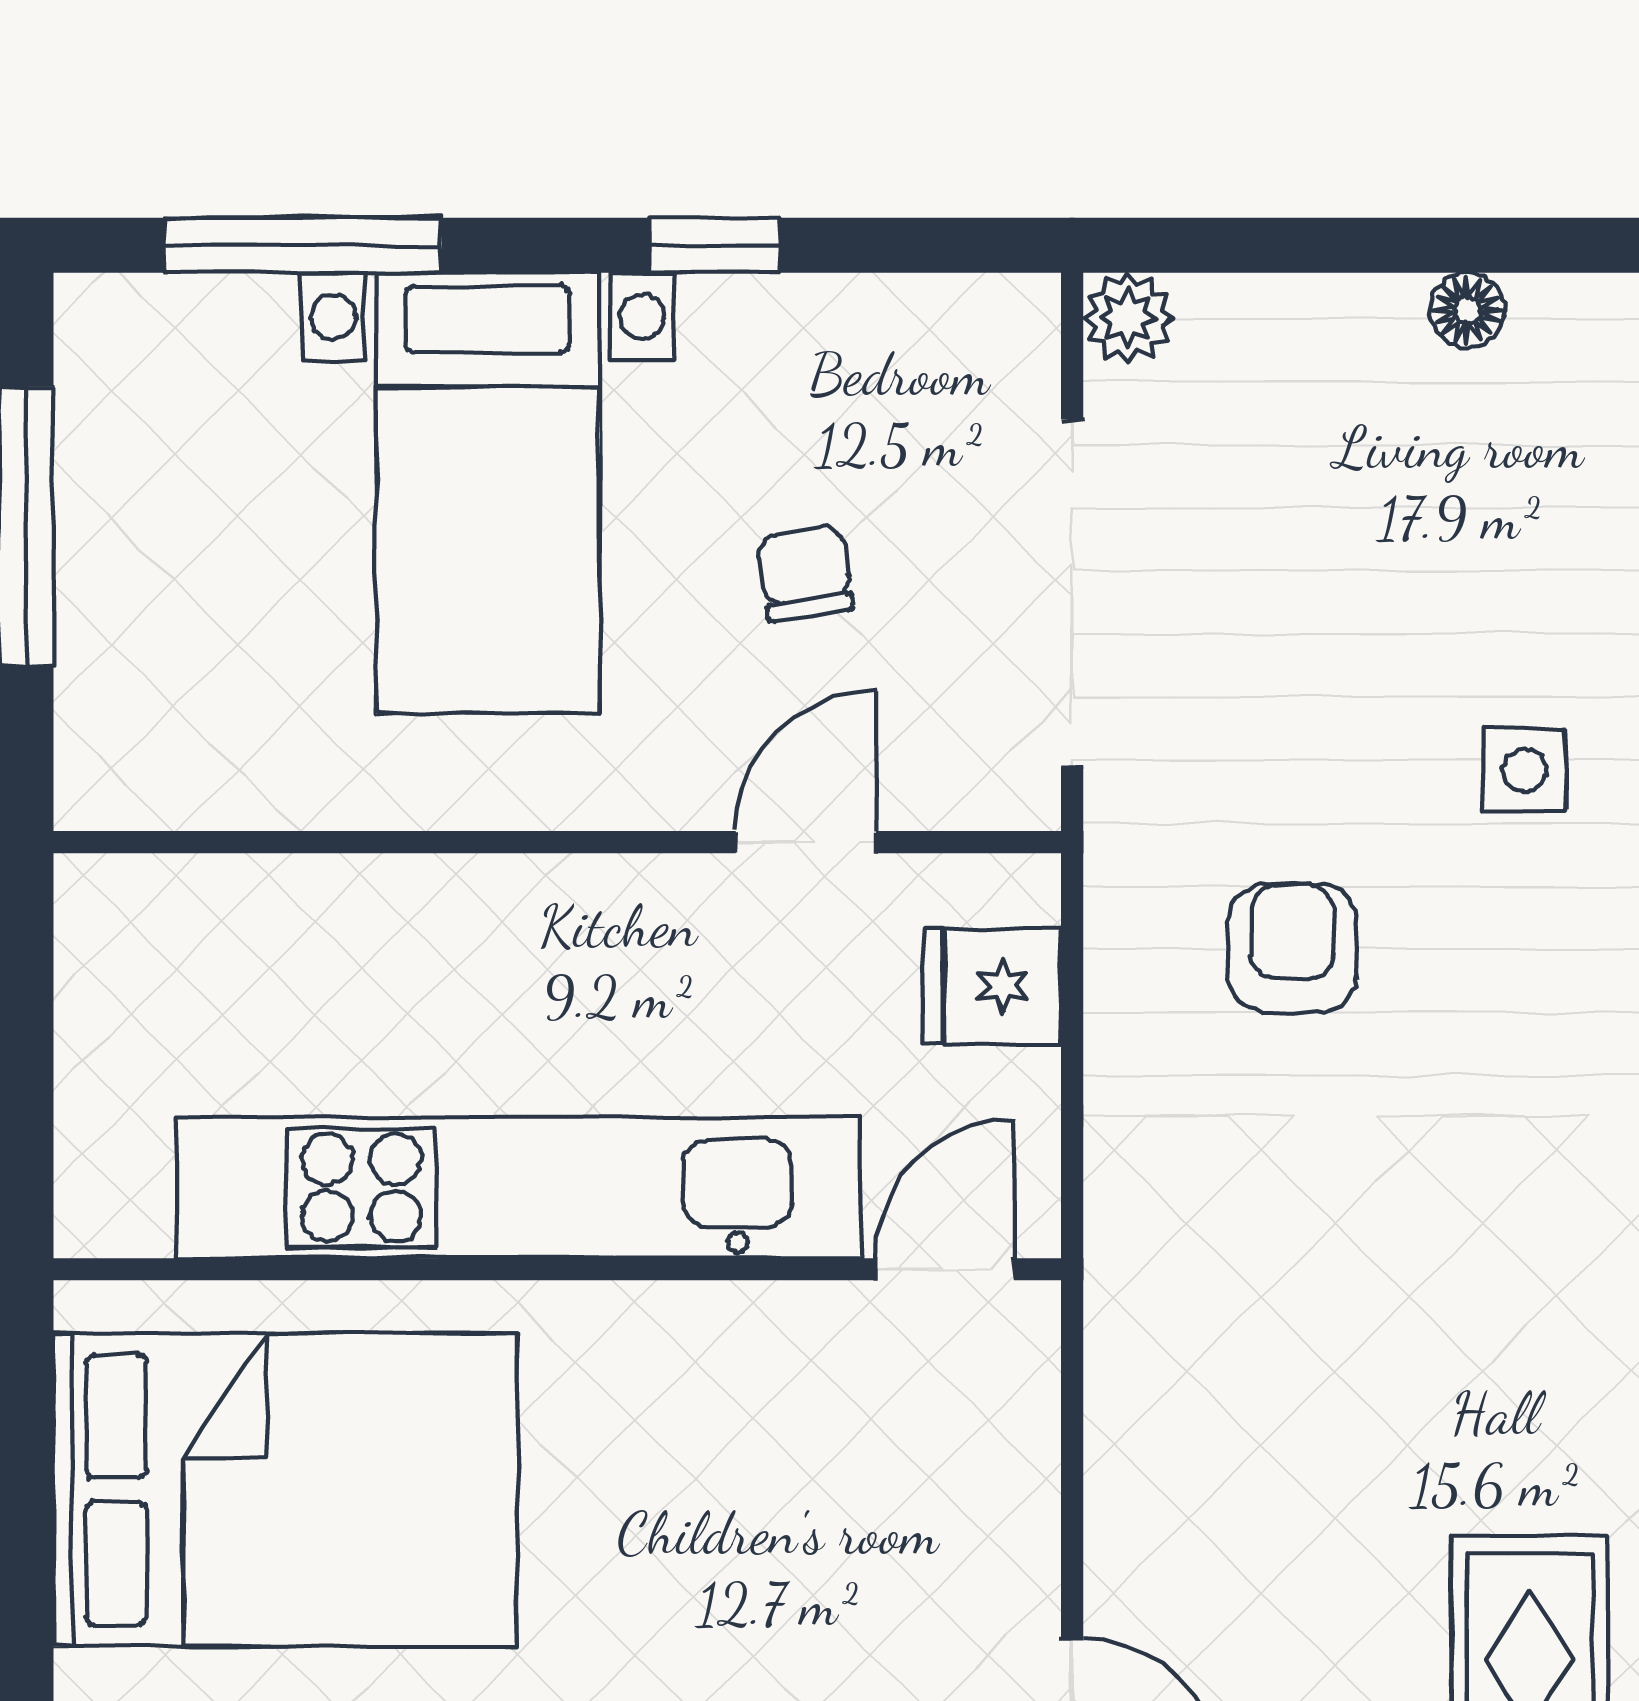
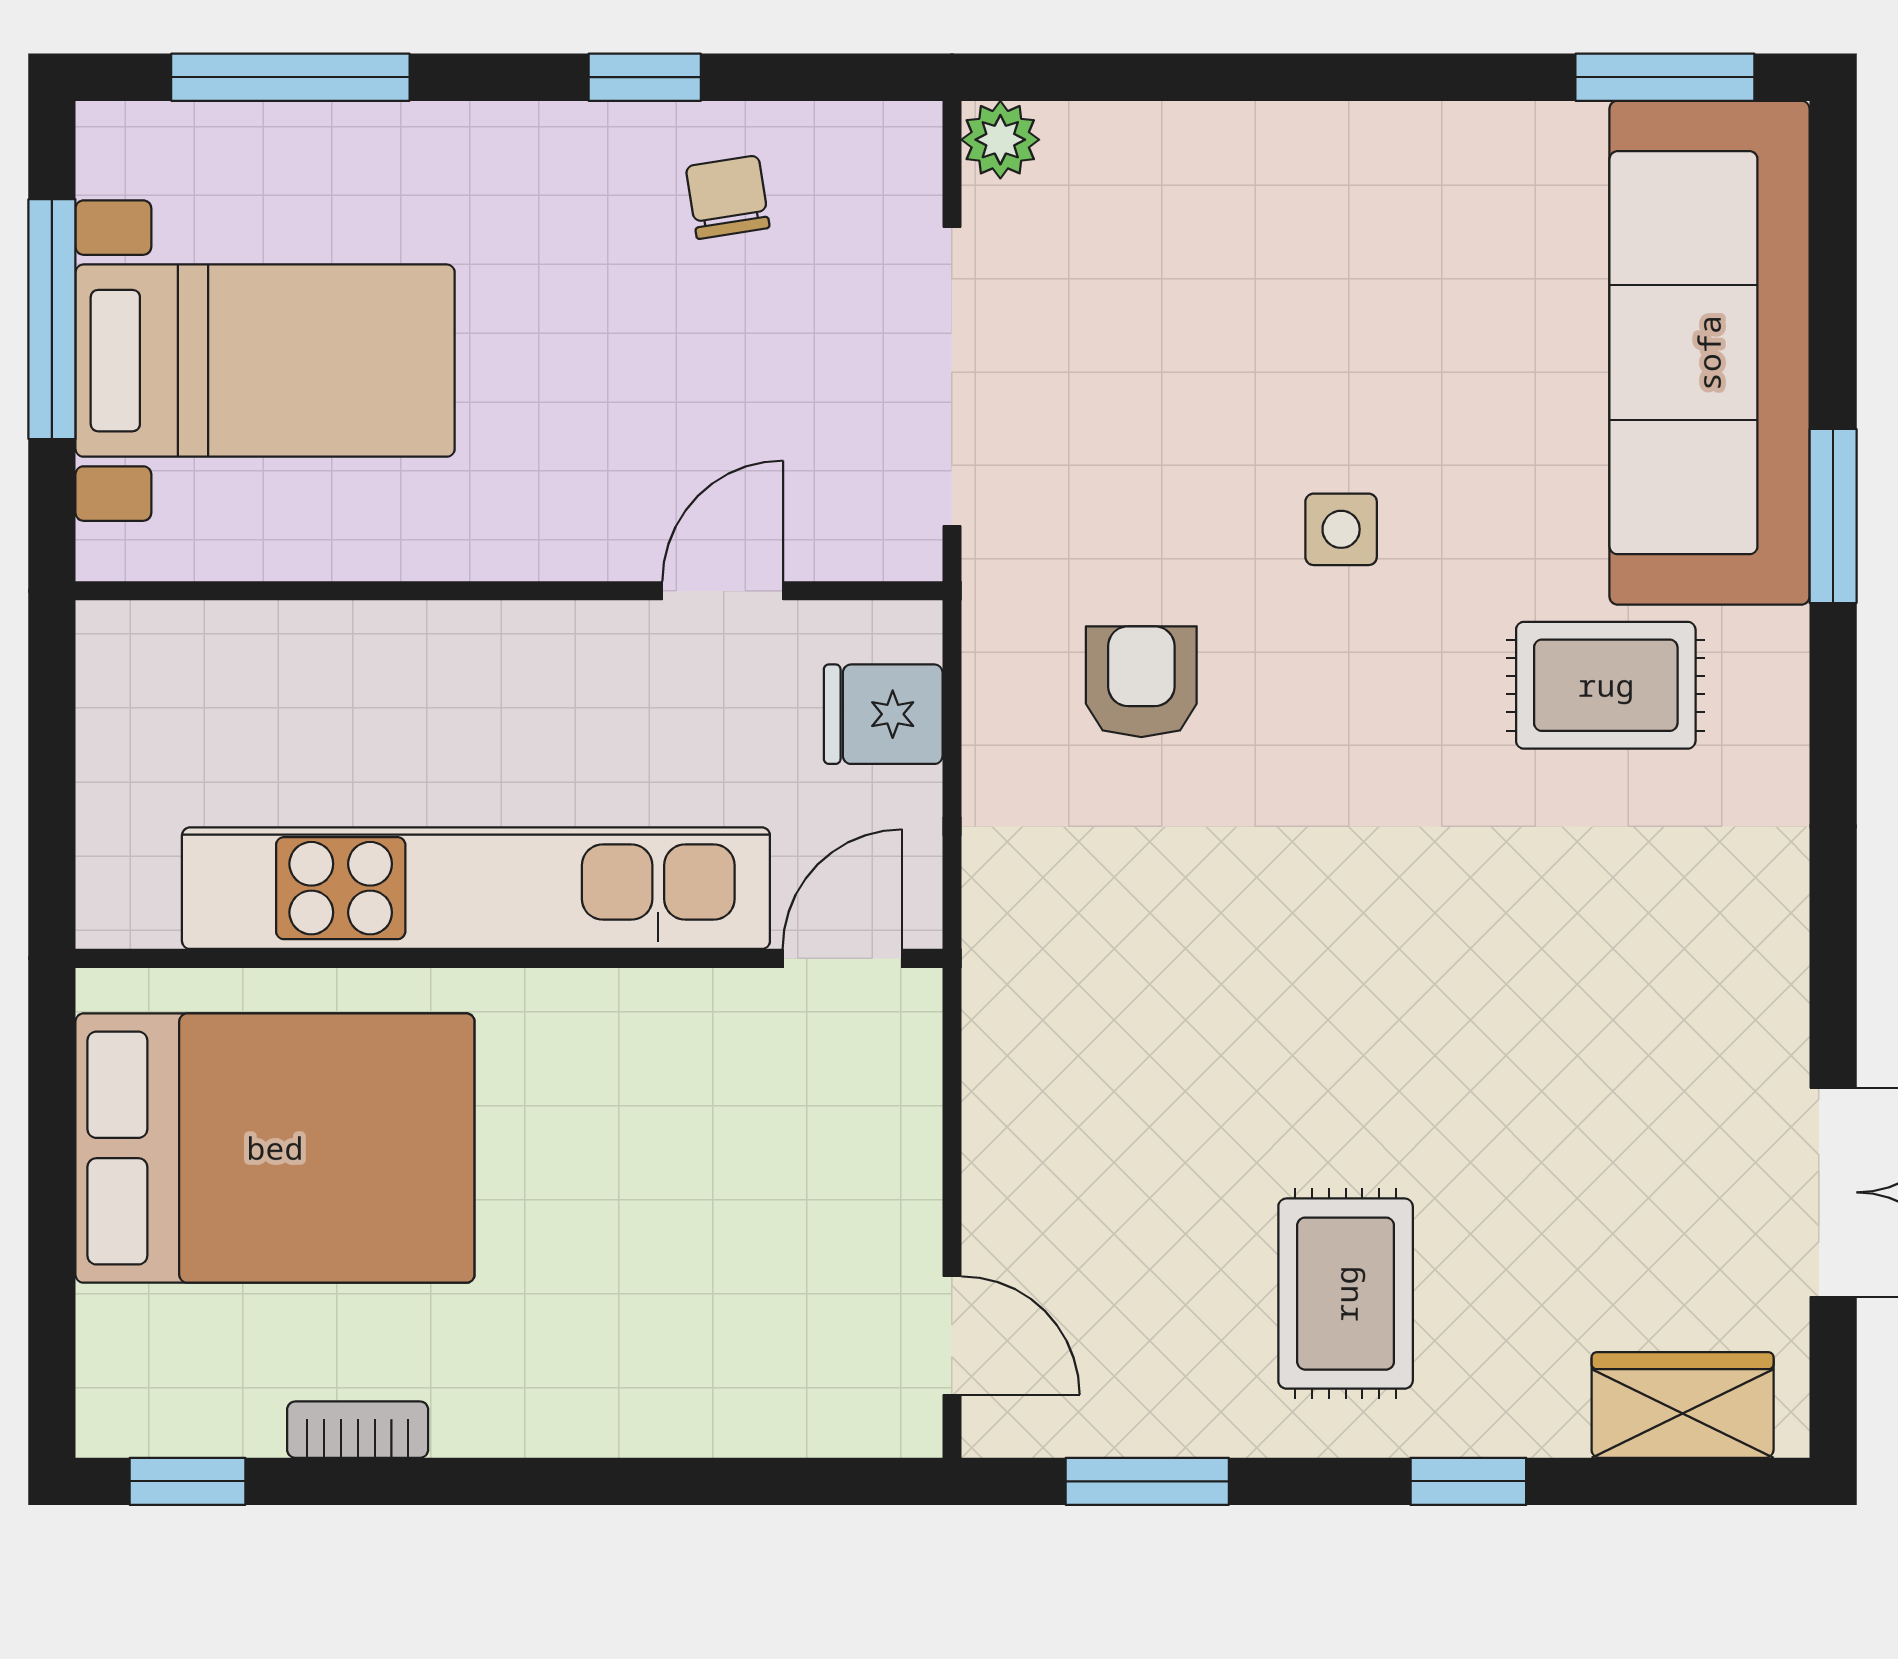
floor lamp: (1467, 310) -> (1292, 133), removed
bed with nightstands: (488, 493) -> (265, 361), moved, turned -90
chair: (805, 574) -> (728, 197), moved

